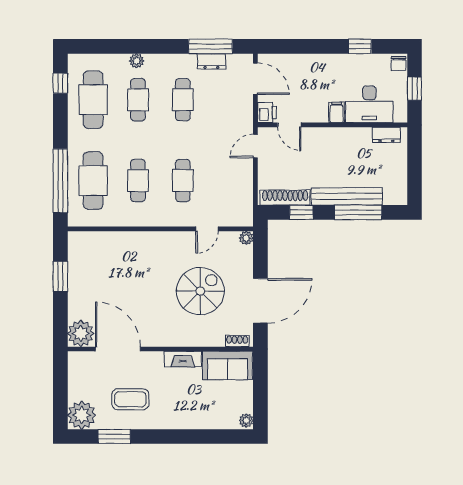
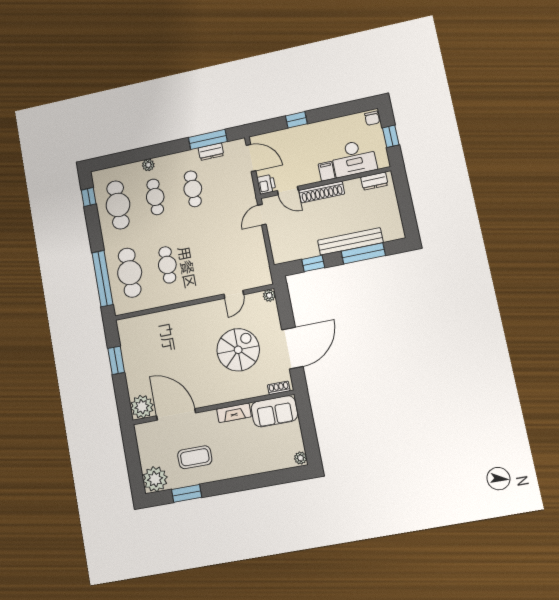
window: (360, 46) -> (296, 120), moved
cafe table: (183, 181) -> (205, 257), removed
shoe rack: (285, 198) -> (322, 192), moved, turned 180

